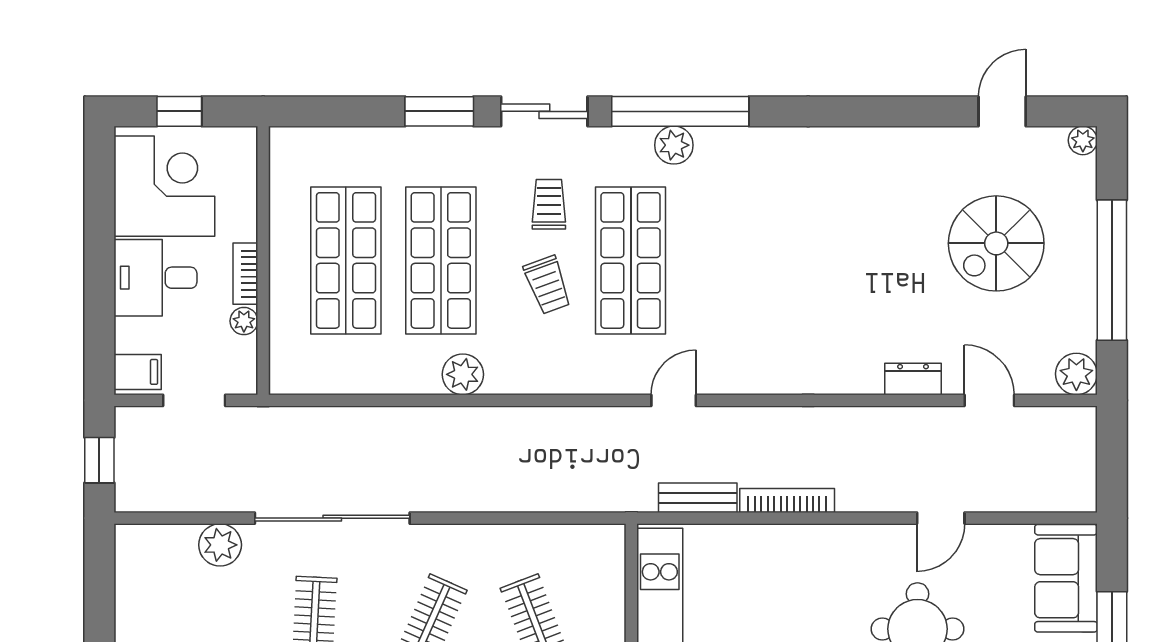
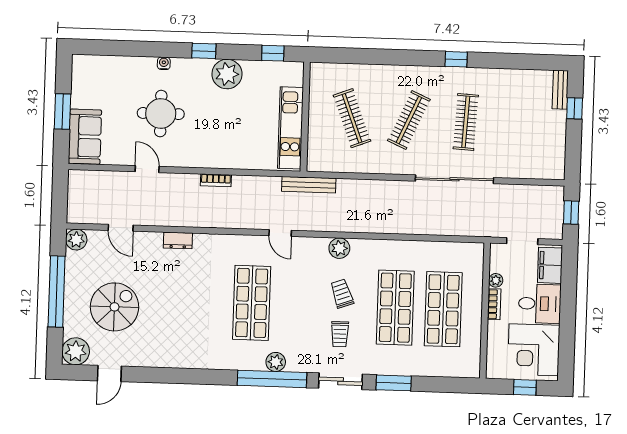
plant: (1083, 140) -> (76, 351), width x1.88, depth x1.88
shop shelf: (631, 260) -> (252, 303), moved
filing cabinet: (138, 372) -> (550, 265), width x2.00
plant: (463, 374) -> (339, 248), moved
dresser: (913, 379) -> (178, 240), moved
door: (674, 400) -> (280, 233), hinge flipped
bench: (698, 498) -> (309, 185), moved, width x1.36
bookcase: (787, 501) -> (216, 180), width x0.64
door: (941, 518) -> (147, 169), hinge flipped
plant: (220, 545) -> (512, 168), removed

